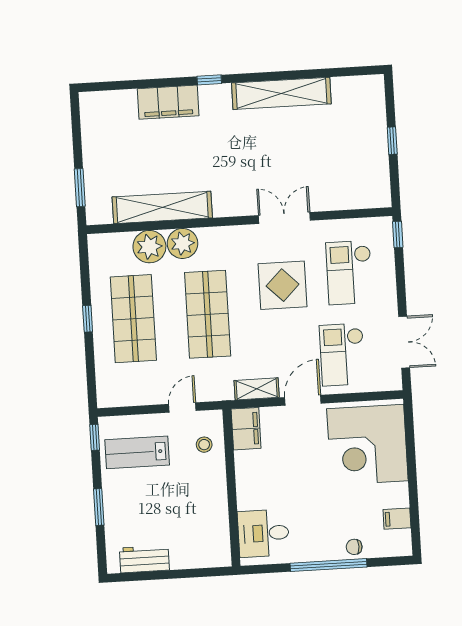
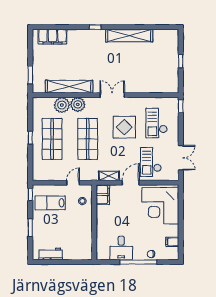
filing cabinet: (168, 102) -> (52, 37), moved
double door: (284, 218) -> (112, 95), moved
desk: (263, 533) -> (121, 248), moved, turned -90

